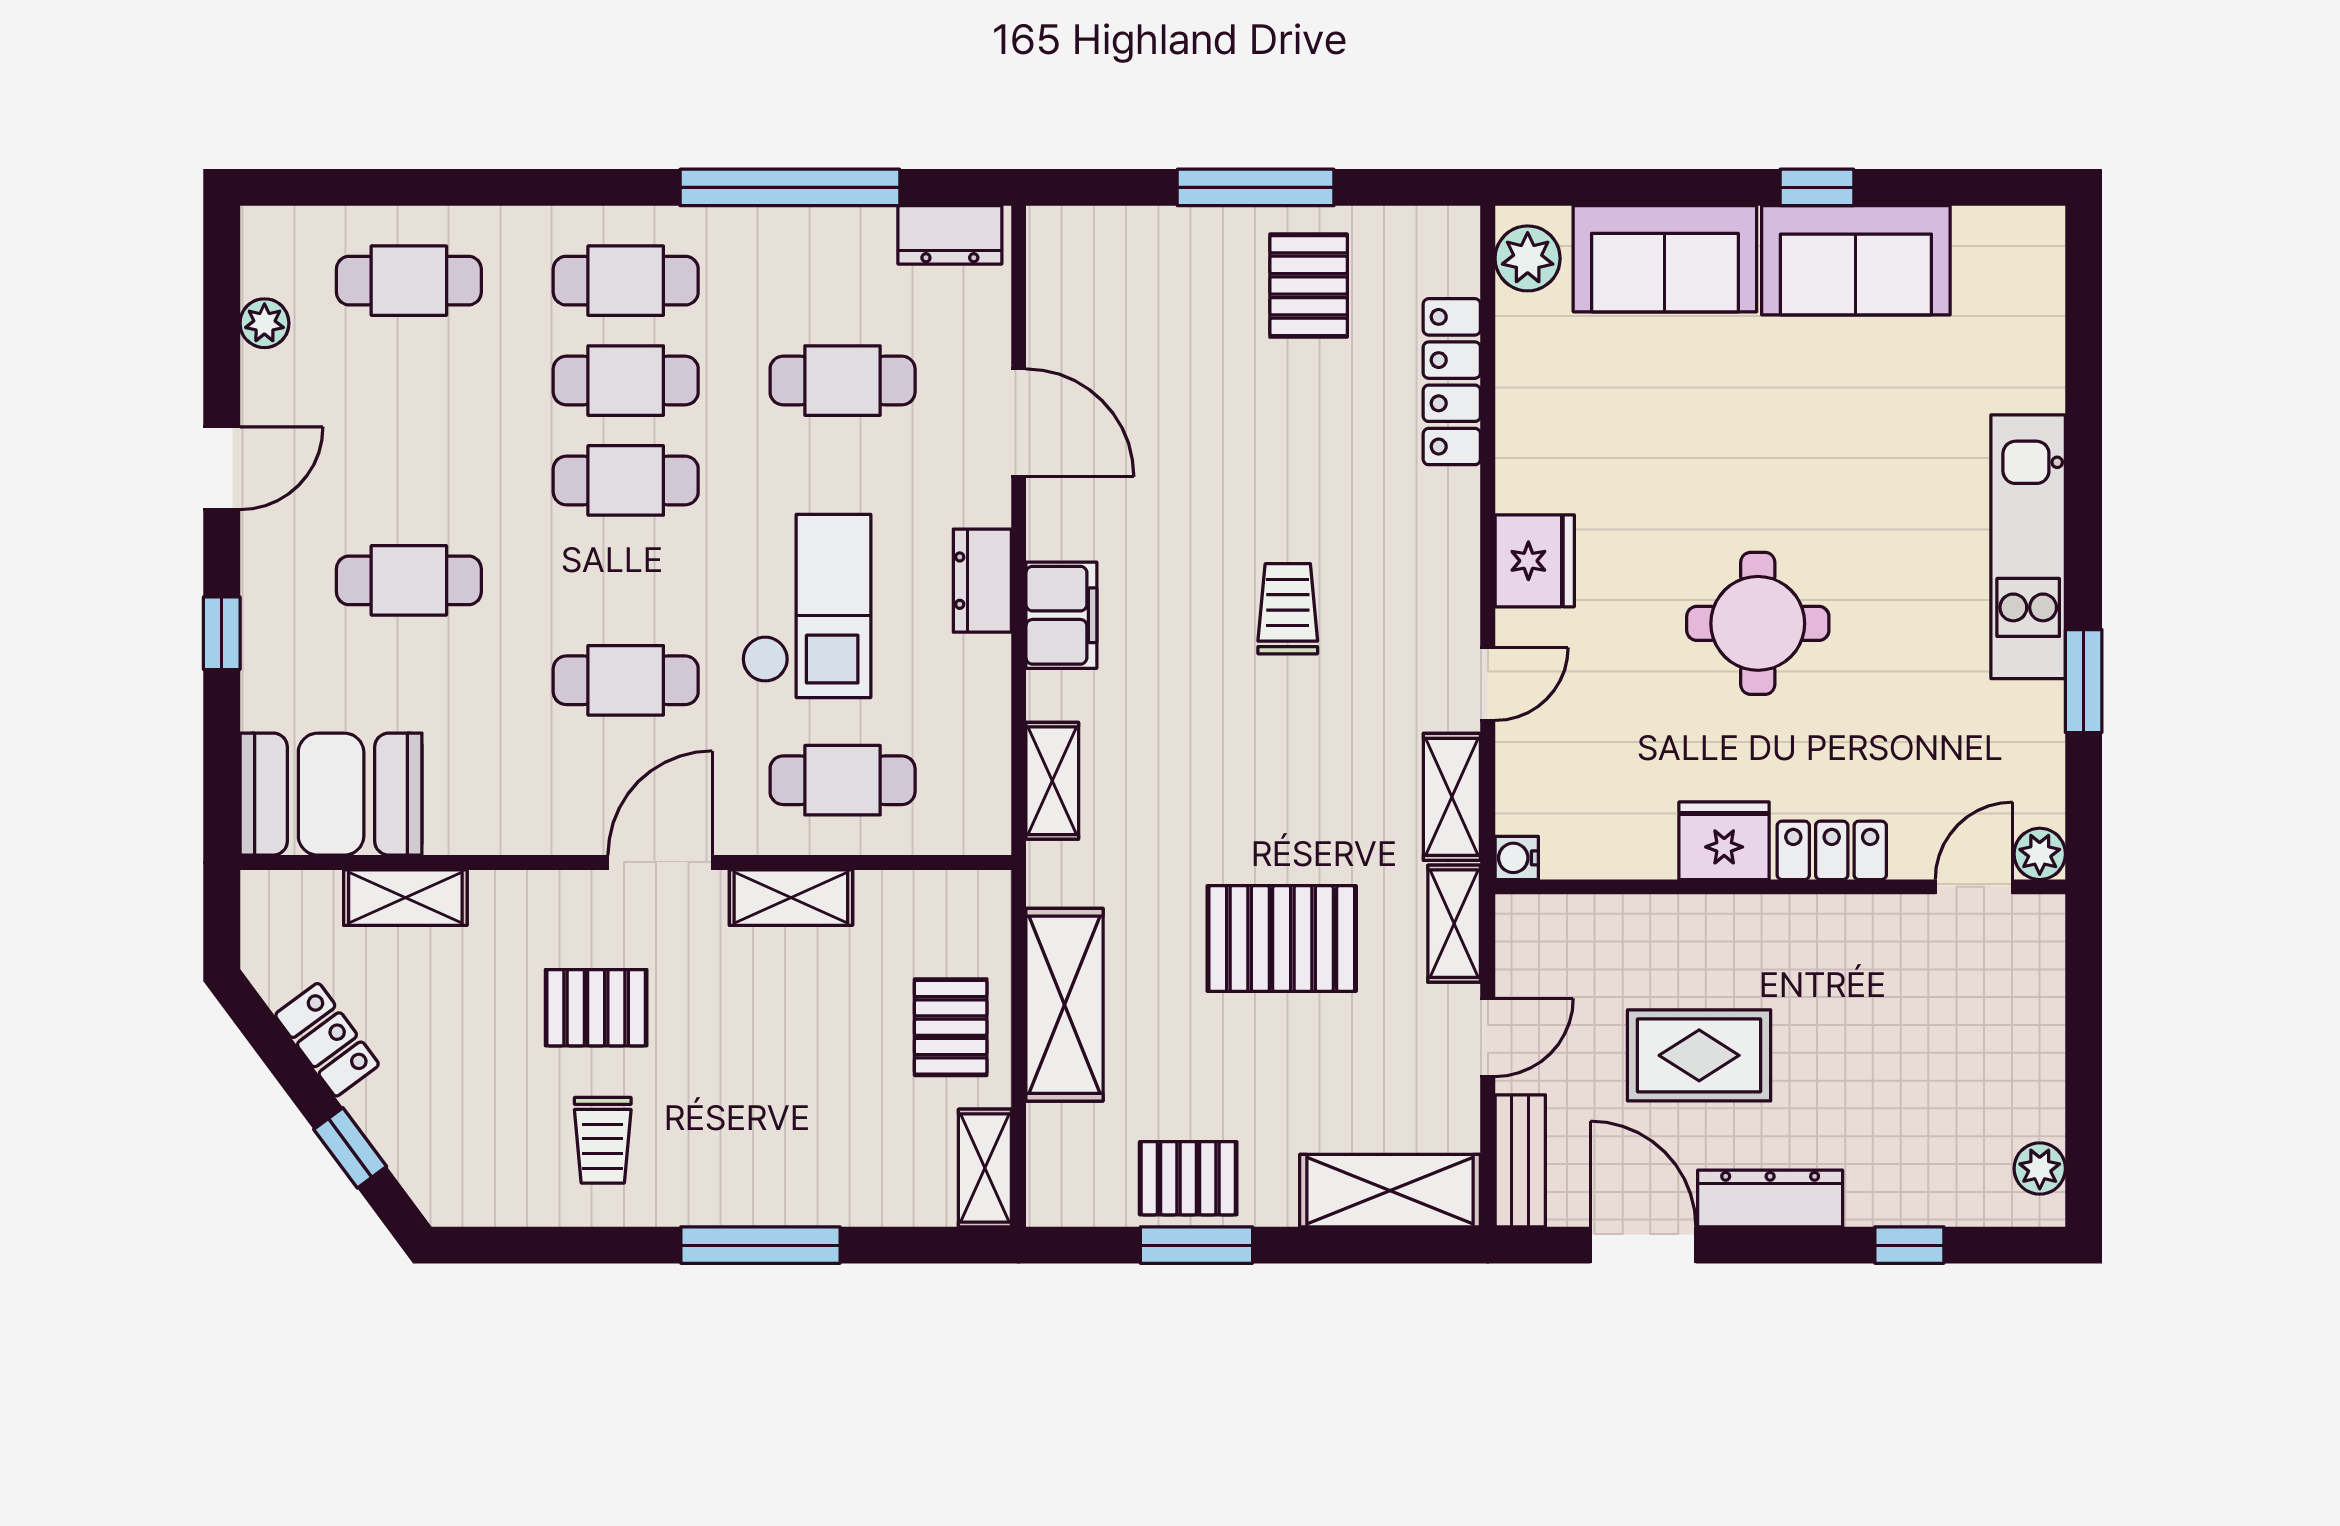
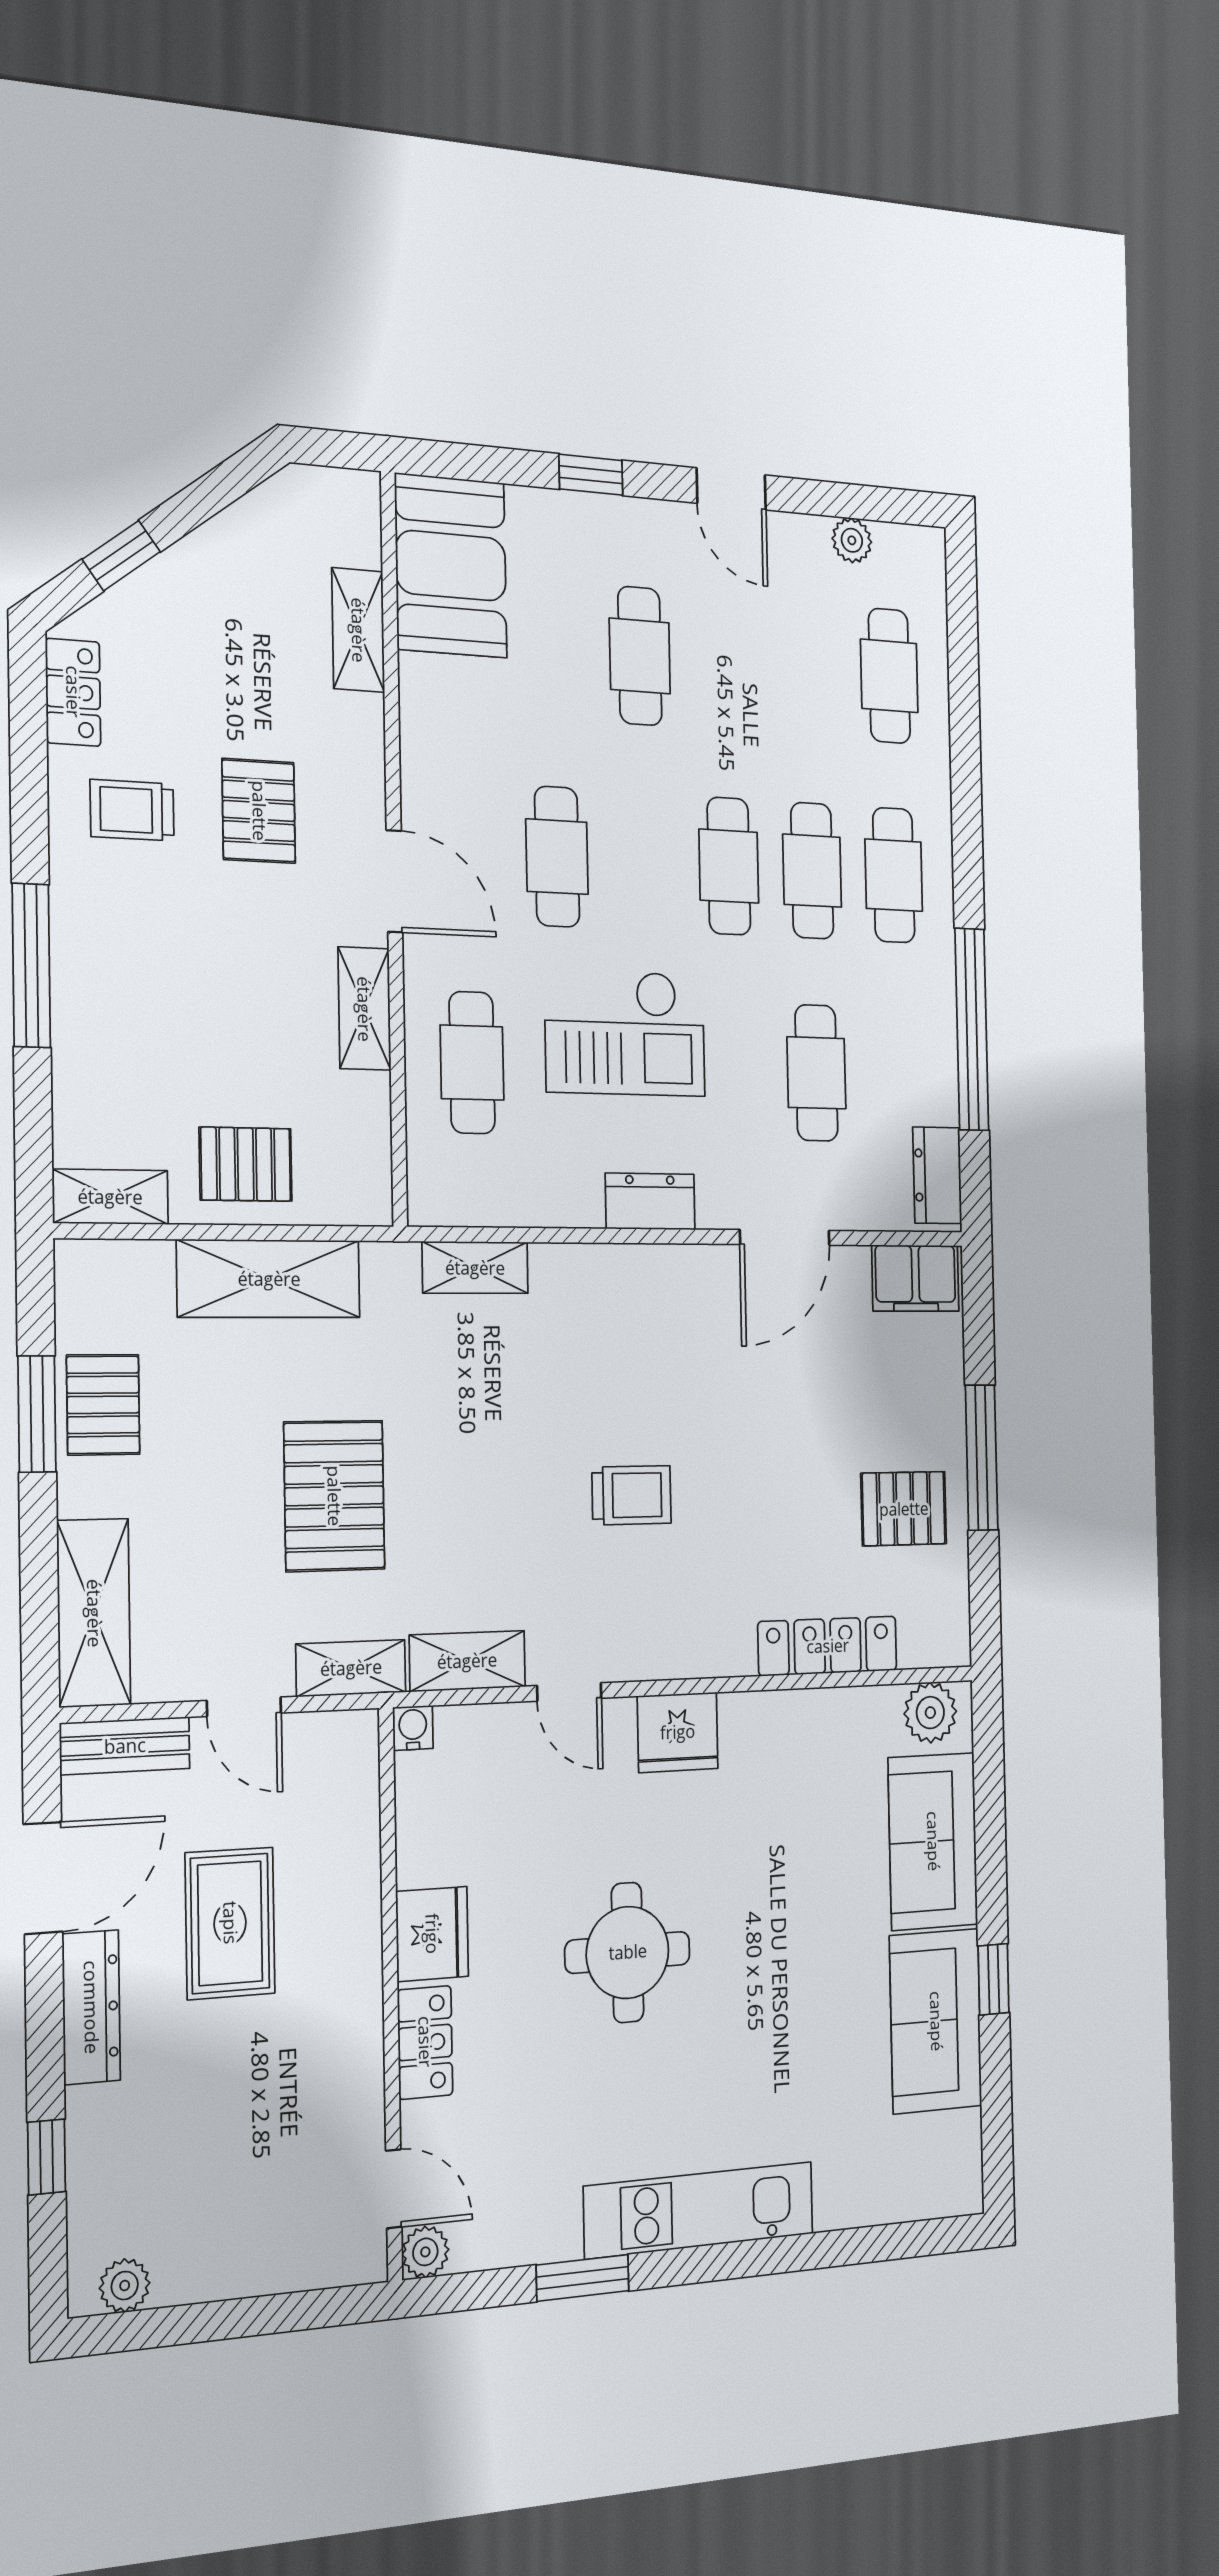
filing cabinet: (1061, 615) -> (915, 1278), moved
locker: (327, 1040) -> (73, 692), moved, turned -53

